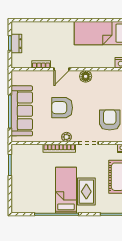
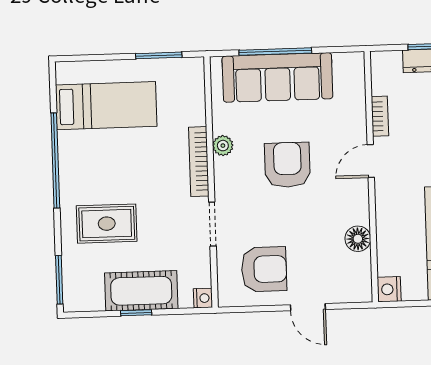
door: (62, 69) -> (371, 161), hinge flipped
floor lamp: (86, 76) -> (358, 239), moved
plant: (66, 137) -> (223, 146), moved
bed: (66, 190) -> (106, 106), moved

